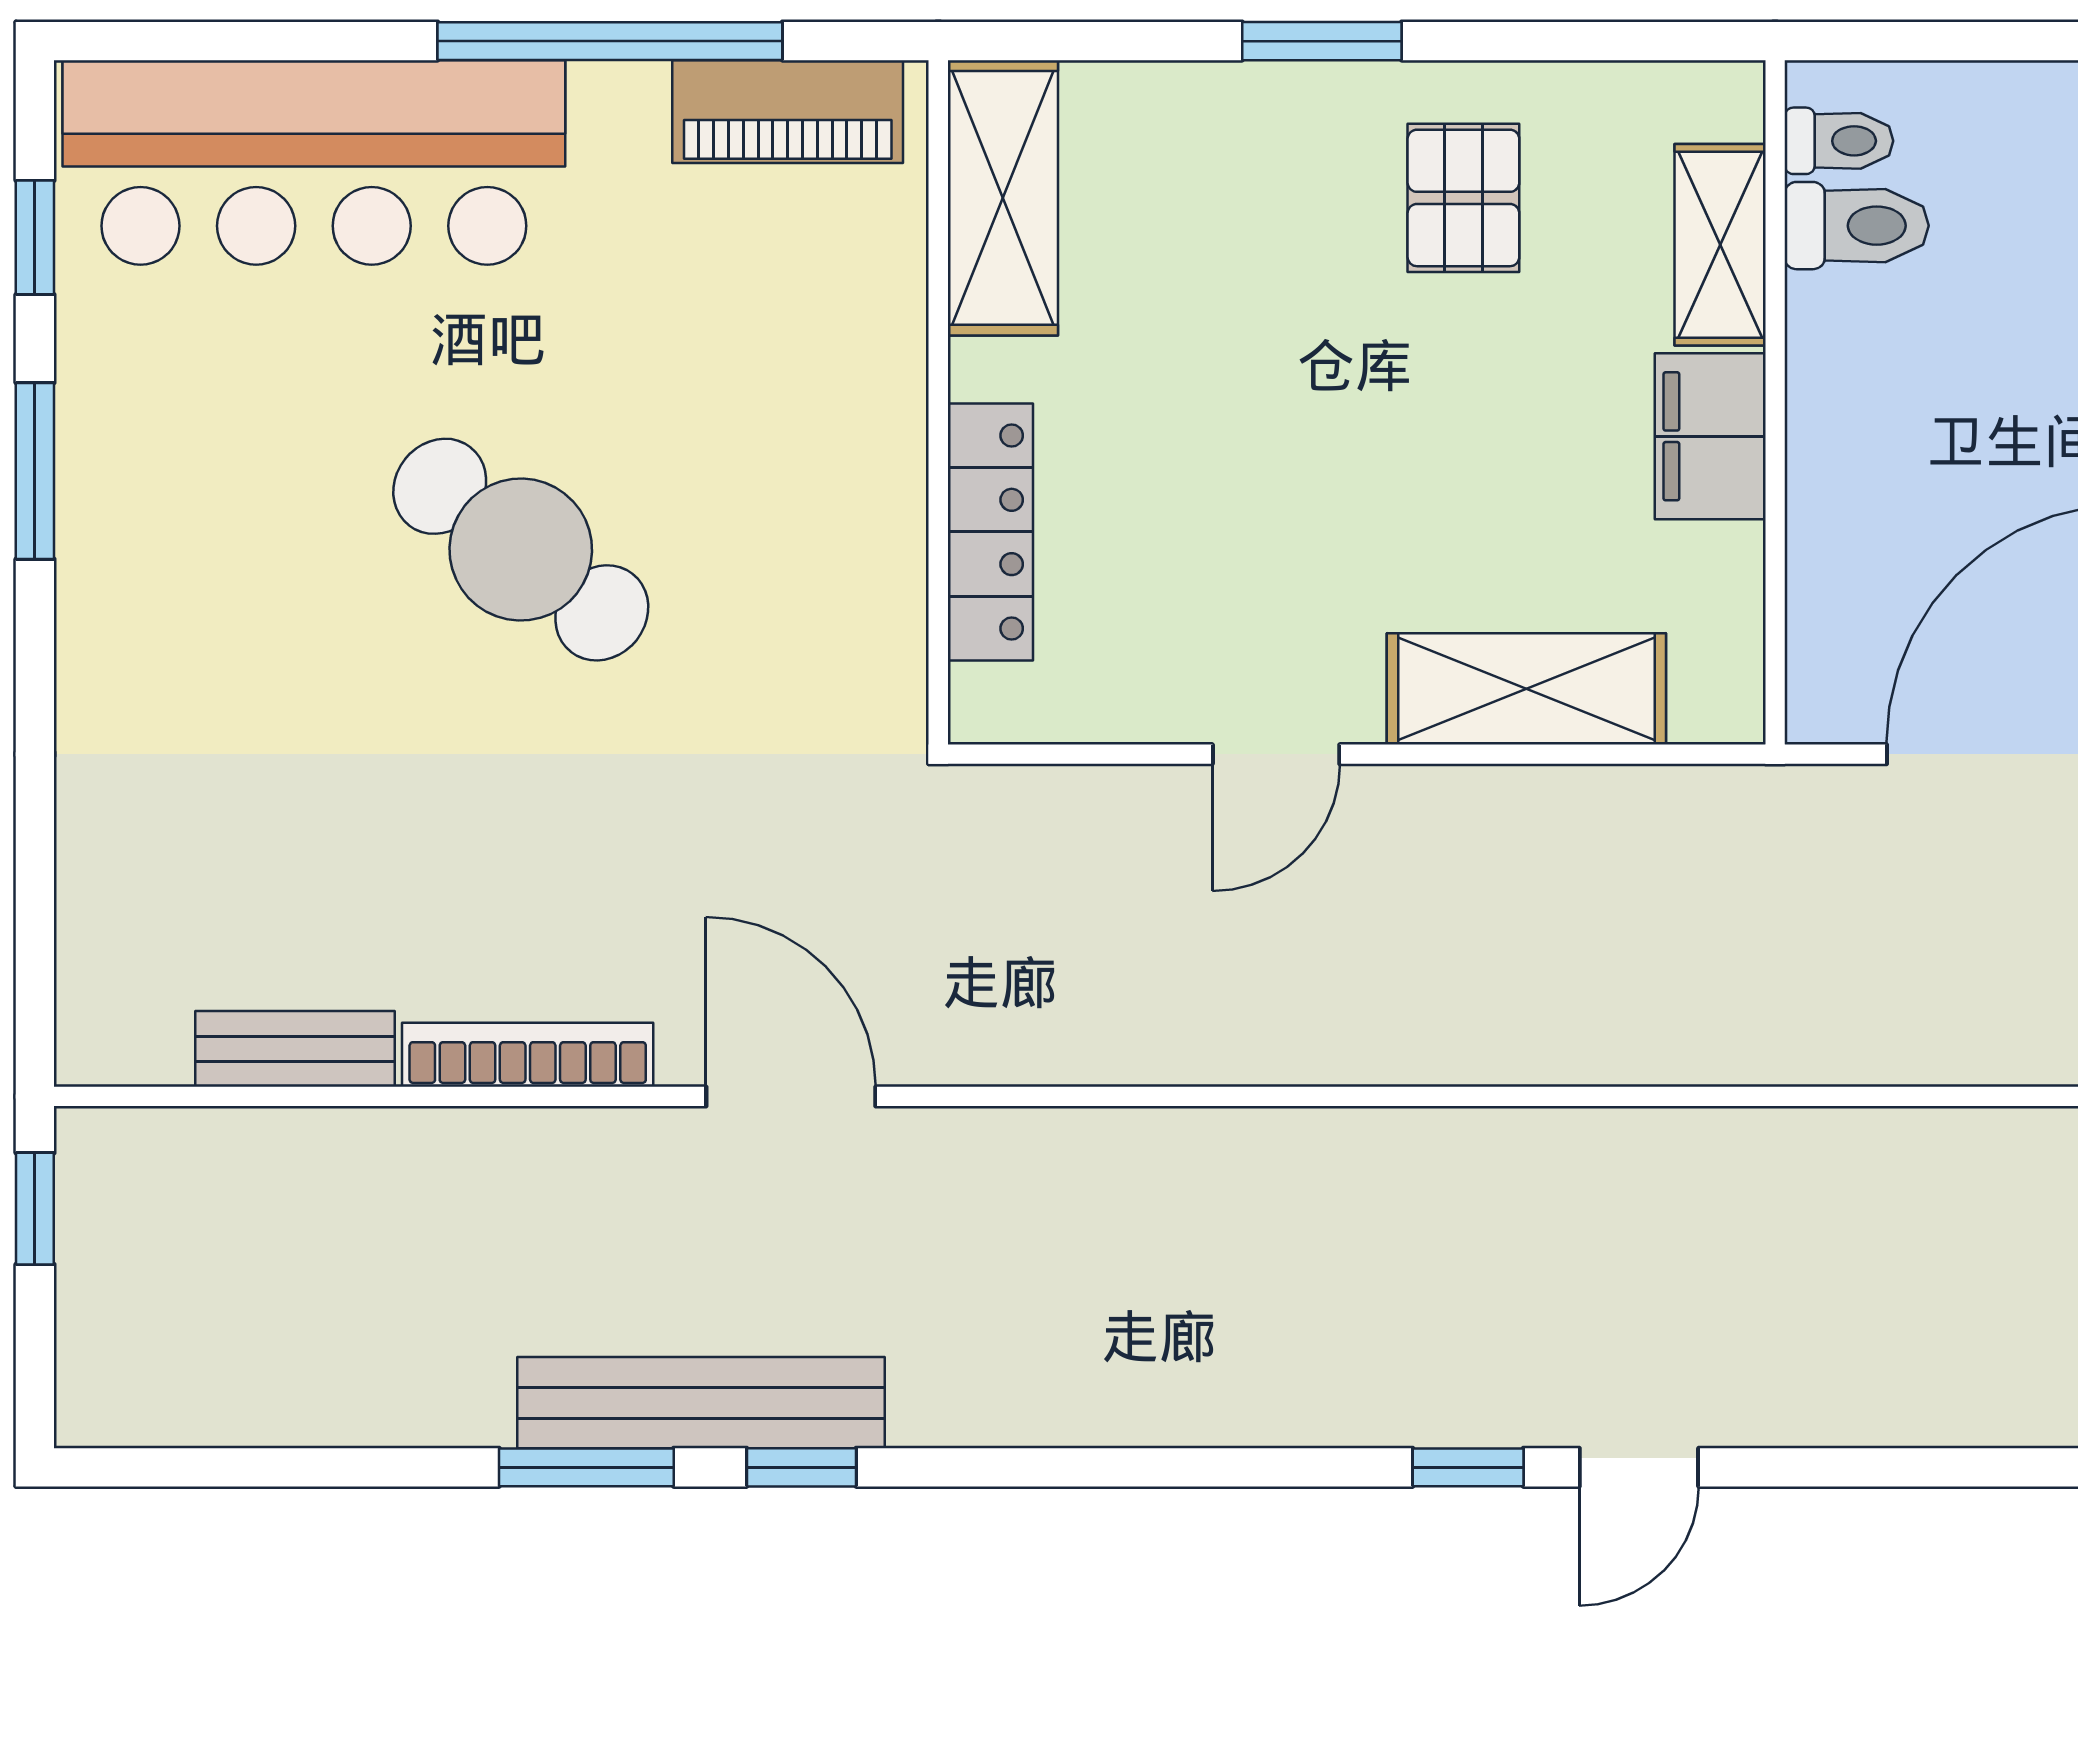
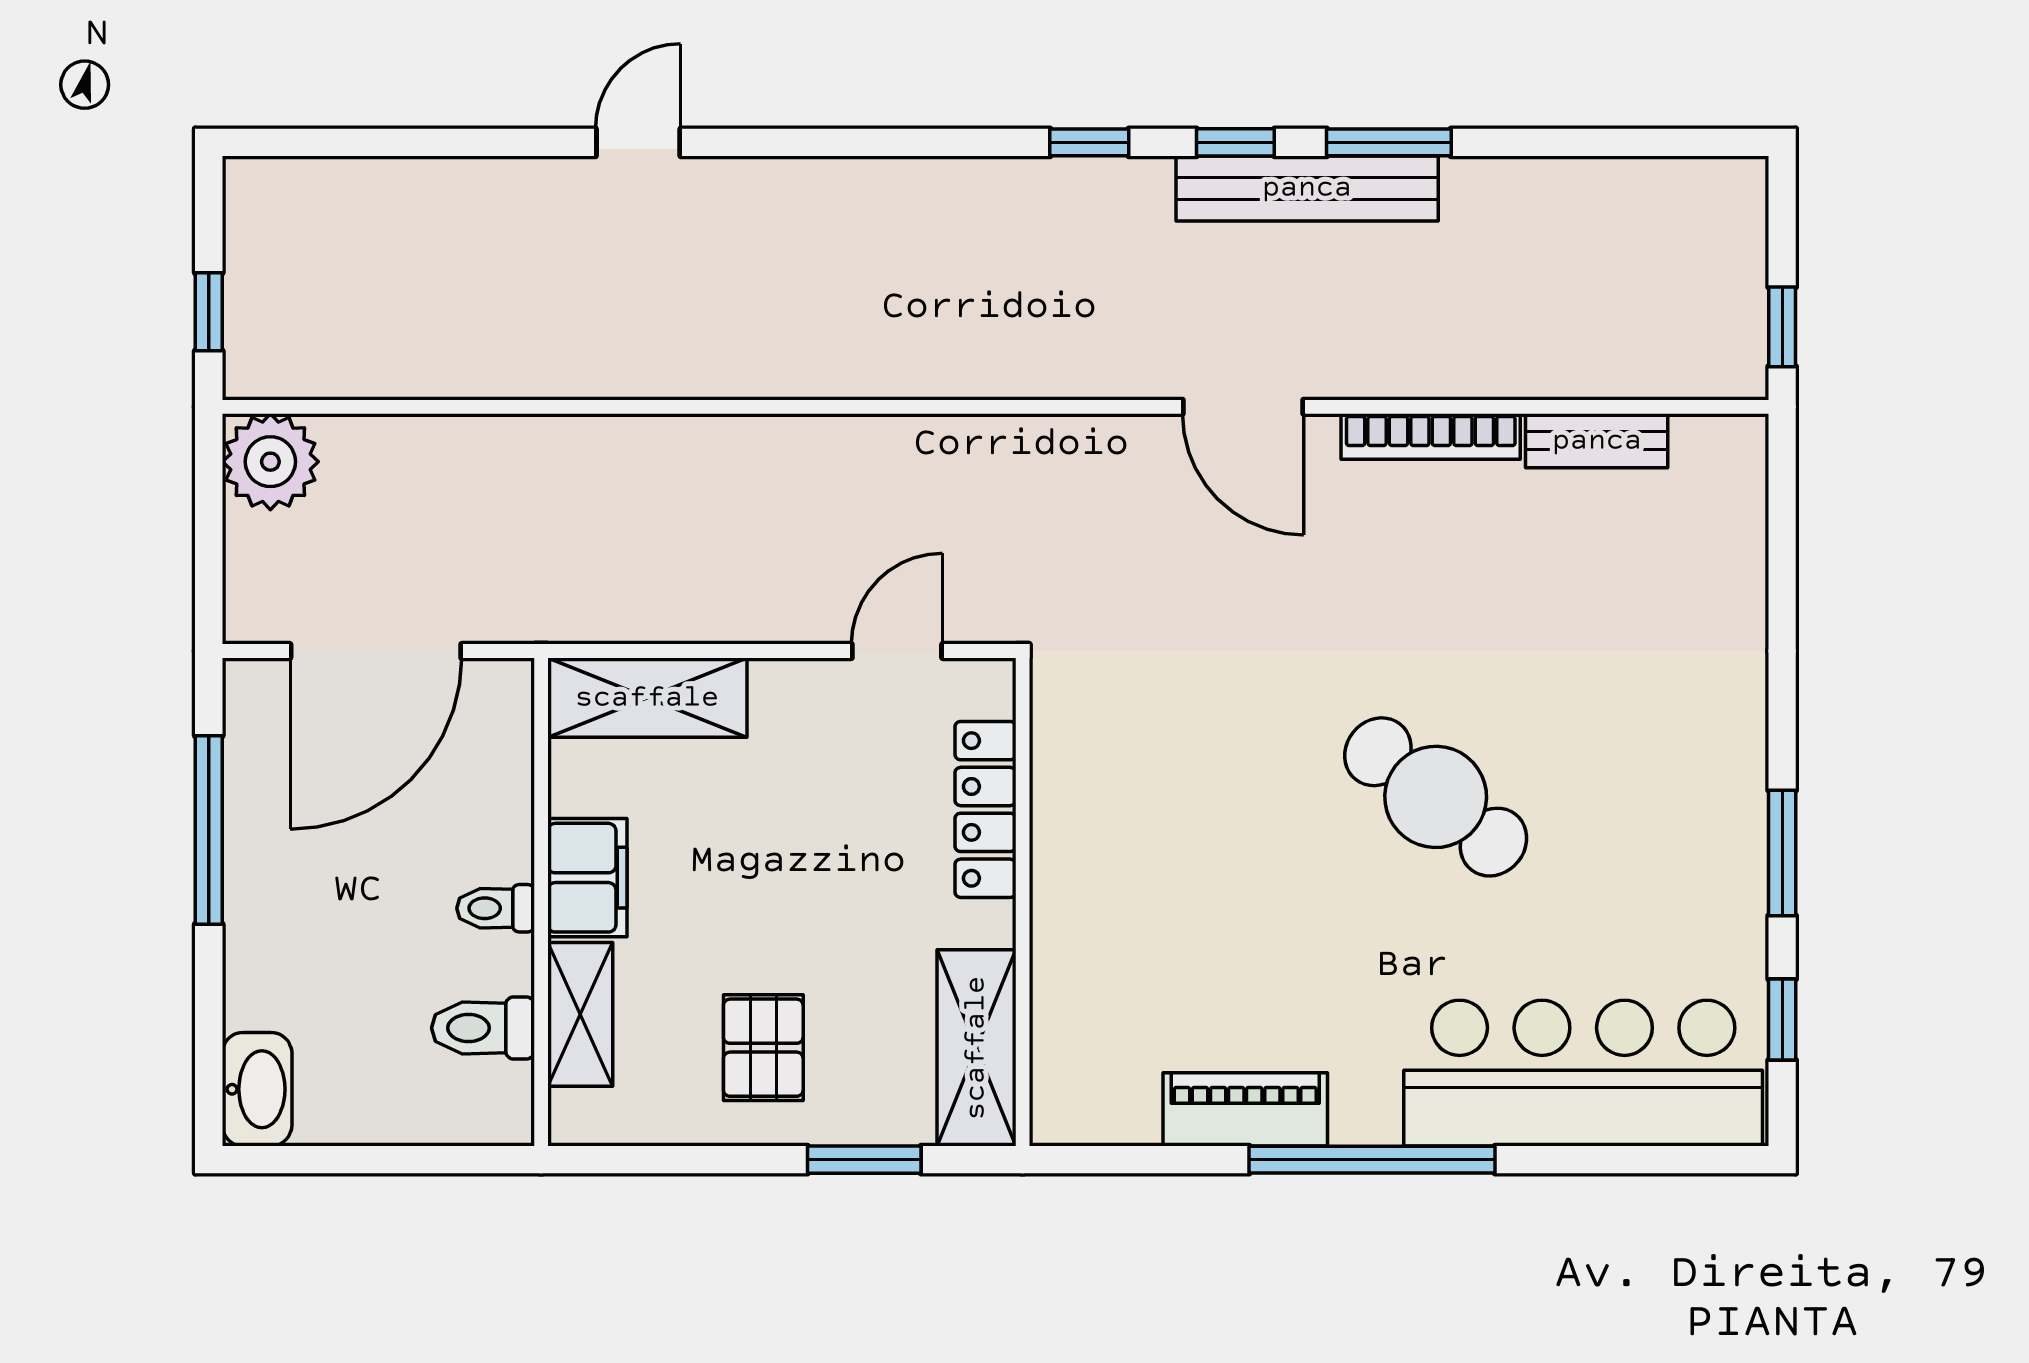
toilet: (1839, 141) -> (496, 908), moved
shelving: (1003, 198) -> (976, 1048), moved
wall: (938, 402) -> (1023, 902), moved
locker: (990, 532) -> (985, 809), moved
shelving: (1526, 689) -> (647, 698), moved
window: (1468, 1467) -> (1089, 142), moved

